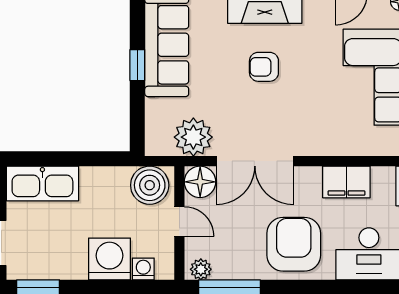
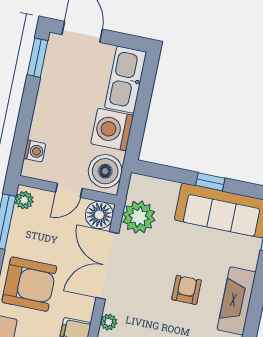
plant: (318, 147) -> (109, 322), added
washing machine: (110, 259) -> (112, 130), moved, turned 180

